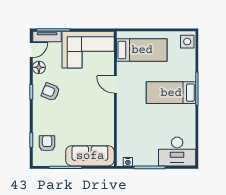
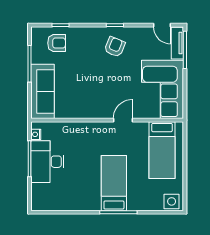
floor lamp: (39, 67) -> (142, 34), removed
desk: (177, 152) -> (47, 162), moved

